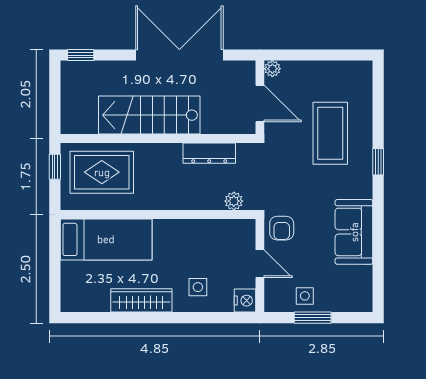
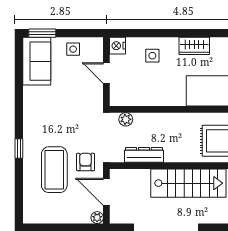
armchair: (282, 228) -> (86, 162), moved
sofa: (354, 232) -> (37, 61), moved
wardrobe: (141, 300) -> (194, 46), width x0.67
window: (313, 318) -> (42, 33), moved

